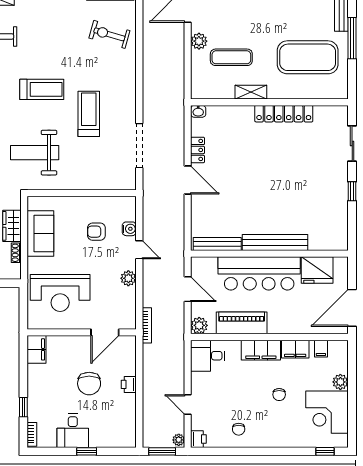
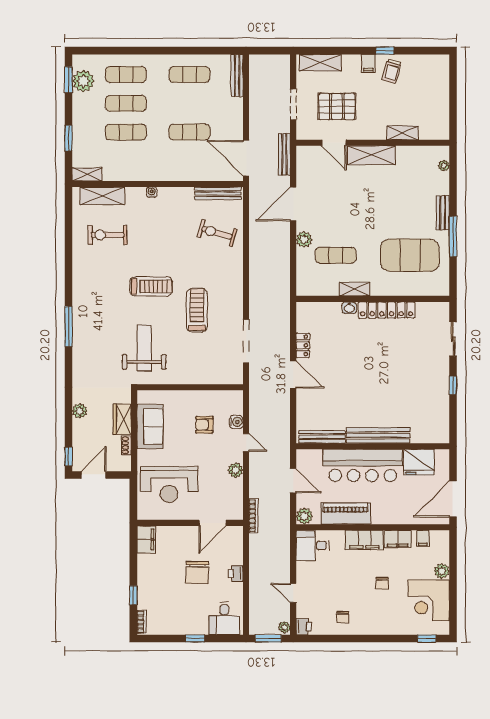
washbasin: (198, 111) -> (349, 308), moved
weight bench: (35, 153) -> (144, 348), turned 90
desk: (73, 431) -> (224, 618), moved

